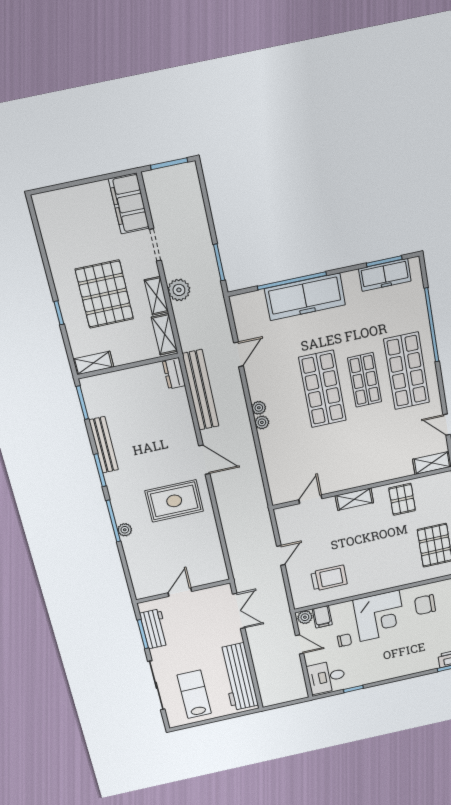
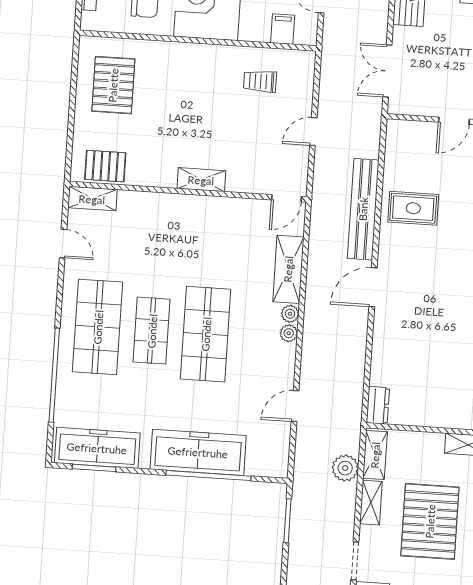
freezer: (385, 275) -> (97, 448), width x1.36, depth x1.26
plant: (179, 290) -> (345, 468), moved
bench: (201, 390) -> (363, 209), moved
shelving: (272, 454) -> (288, 269), added
door: (204, 460) -> (373, 287), hinge flipped
door: (310, 499) -> (286, 198), moved
pallet: (402, 499) -> (105, 166), moved, turned 90
rug: (174, 501) -> (413, 208), moved, width x0.73, depth x0.70
trolley: (329, 578) -> (260, 81), width x0.73, depth x0.72
plant: (305, 617) -> (305, 36), removed

